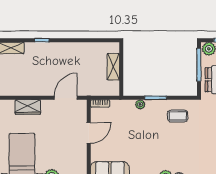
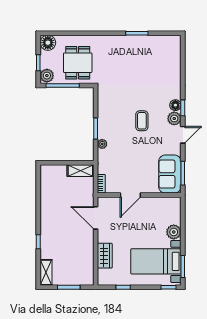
shelving: (113, 67) -> (80, 171), moved
coffee table: (178, 116) -> (142, 121), moved
door: (89, 133) -> (130, 195), swing flipped

